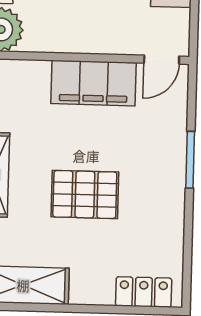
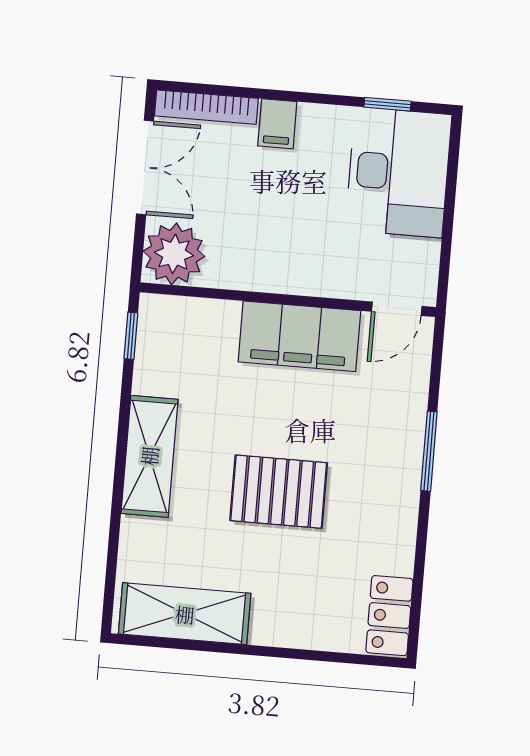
locker: (144, 292) -> (389, 616), moved, turned -90

